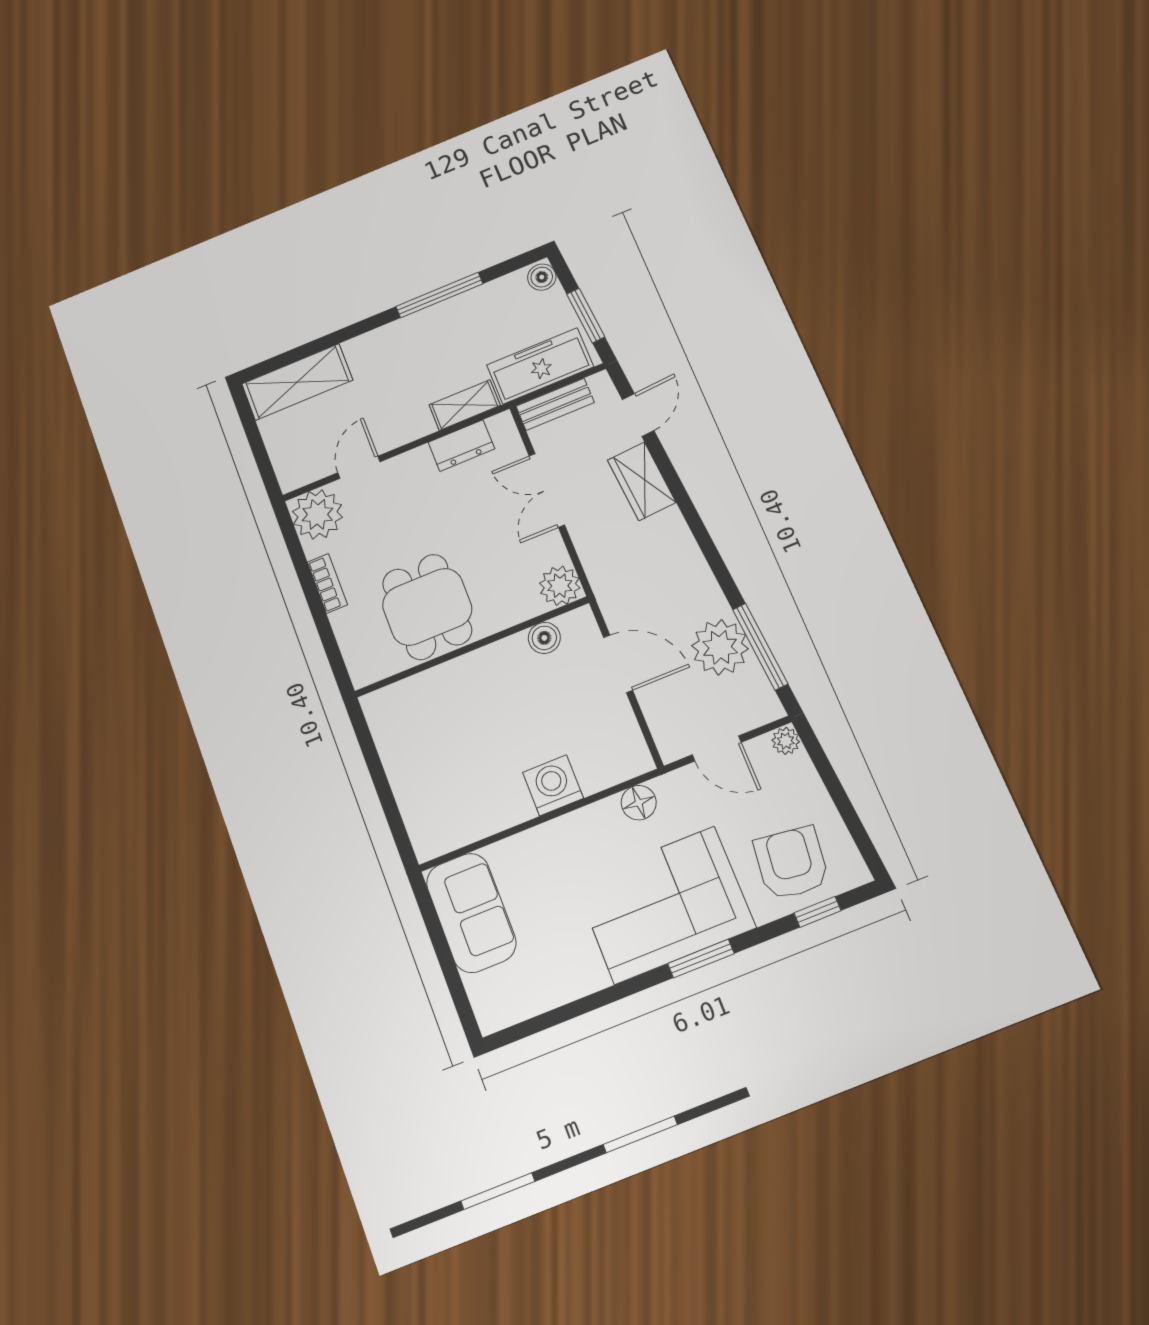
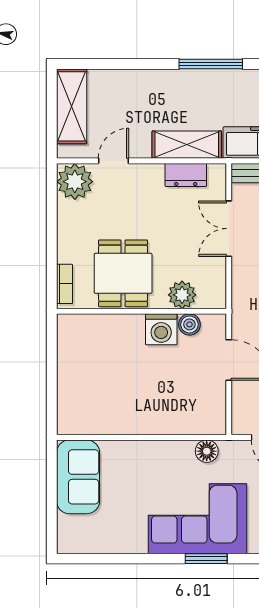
shelving: (297, 382) -> (72, 106), moved, turned 90
shelving: (465, 405) -> (187, 145), width x1.50, depth x1.33
bookcase: (327, 583) -> (65, 284), moved
plant: (560, 586) -> (182, 295), moved
washing machine: (553, 785) -> (161, 329), moved, turned 180

